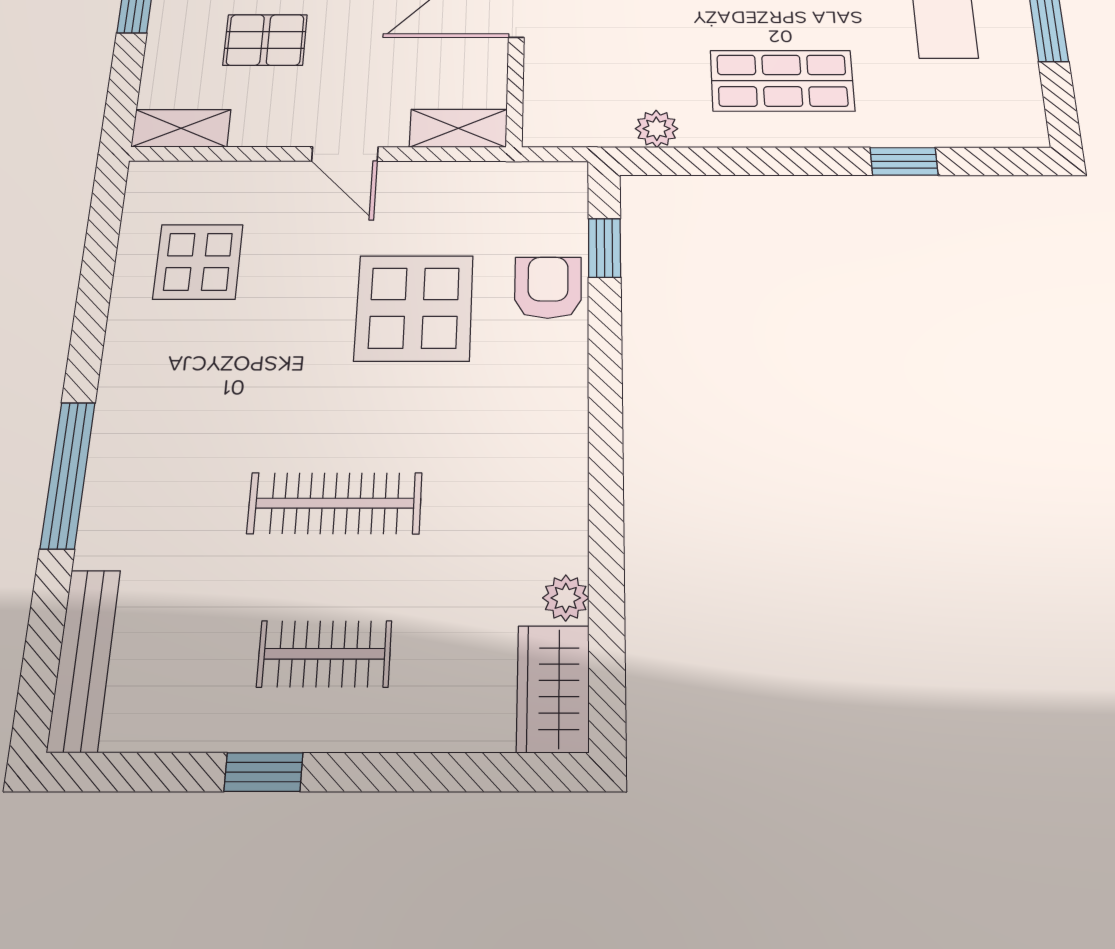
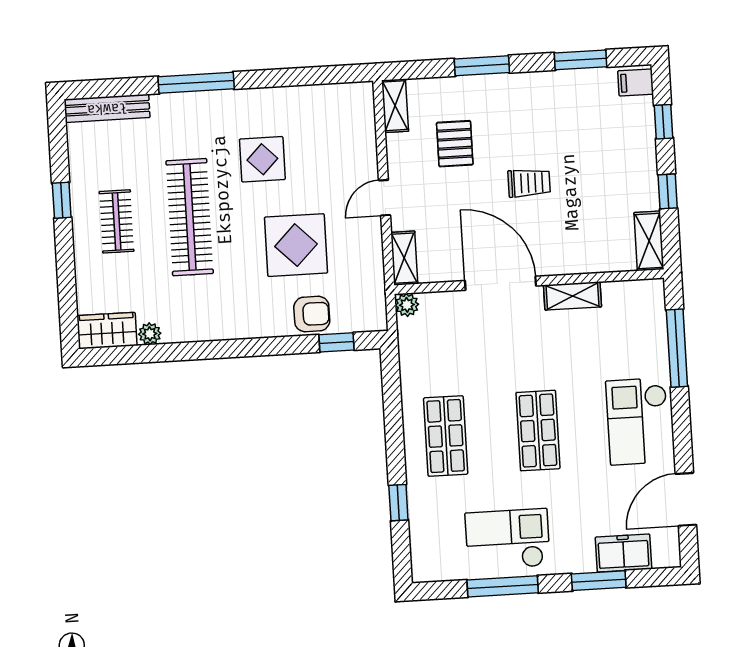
plant: (657, 129) -> (407, 305), moved
display table: (198, 262) -> (262, 159), moved
clothes rail: (335, 503) -> (190, 217), width x1.37, depth x1.31

